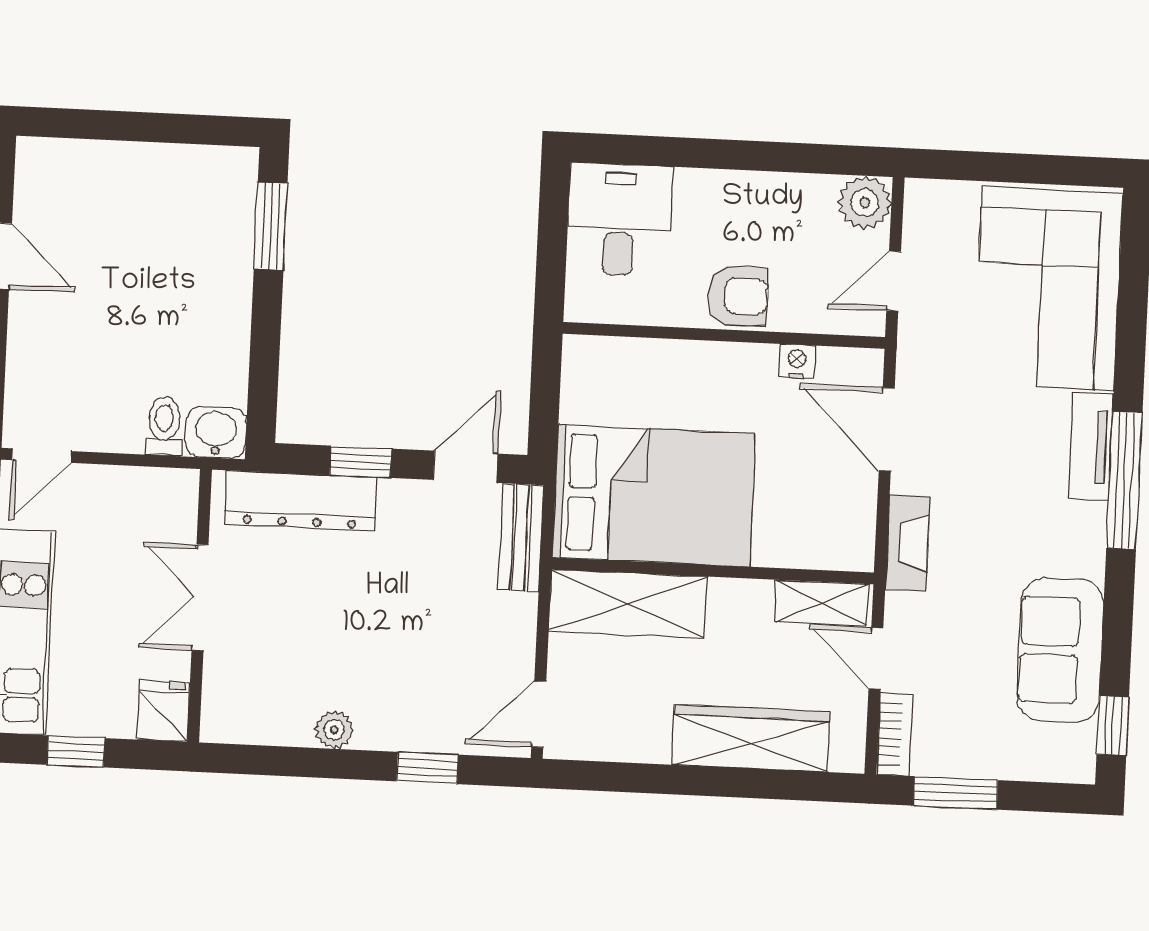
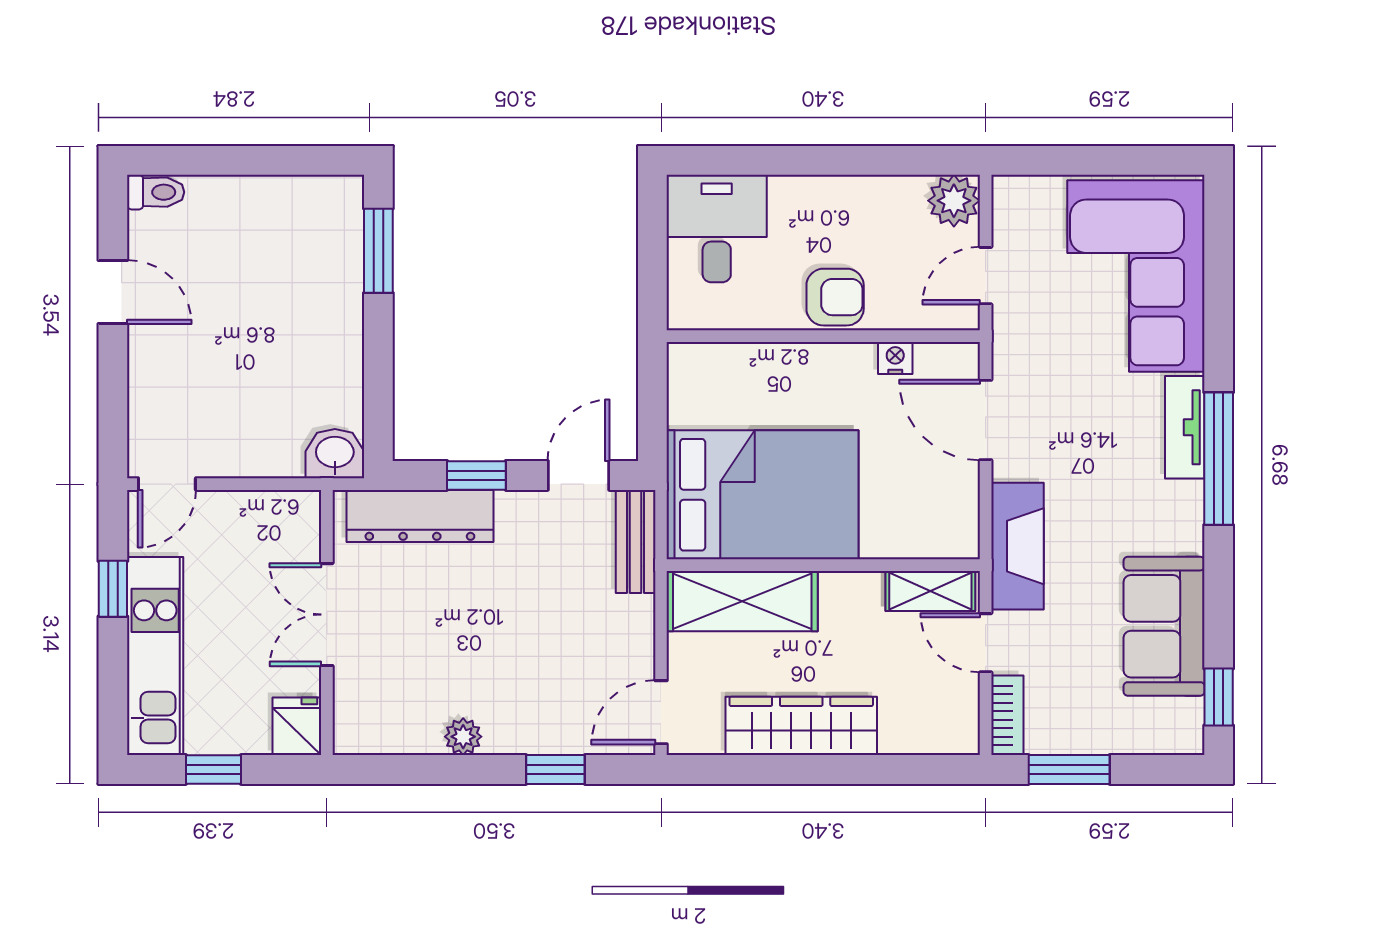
toilet: (164, 426) -> (156, 192), moved, turned 90
fireplace: (908, 543) -> (1018, 546), width x1.37, depth x1.32
wardrobe: (751, 738) -> (801, 726), moved

